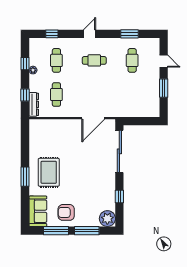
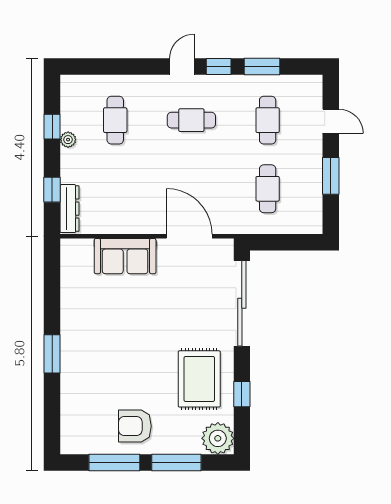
window: (52, 34) -> (219, 67), moved
cafe table: (56, 95) -> (268, 189), moved
door: (93, 118) -> (189, 236), swing flipped
rug: (49, 172) -> (199, 379), moved
sofa: (38, 211) -> (125, 256), moved, turned 90

